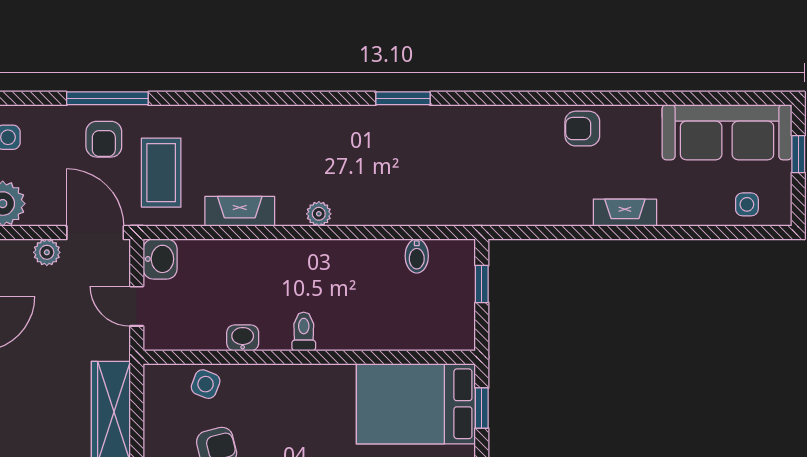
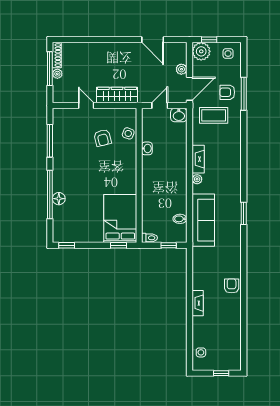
sofa: (727, 132) -> (203, 220), moved, turned 180
fireplace: (240, 211) -> (198, 159), moved
toilet: (304, 331) -> (149, 238), moved

